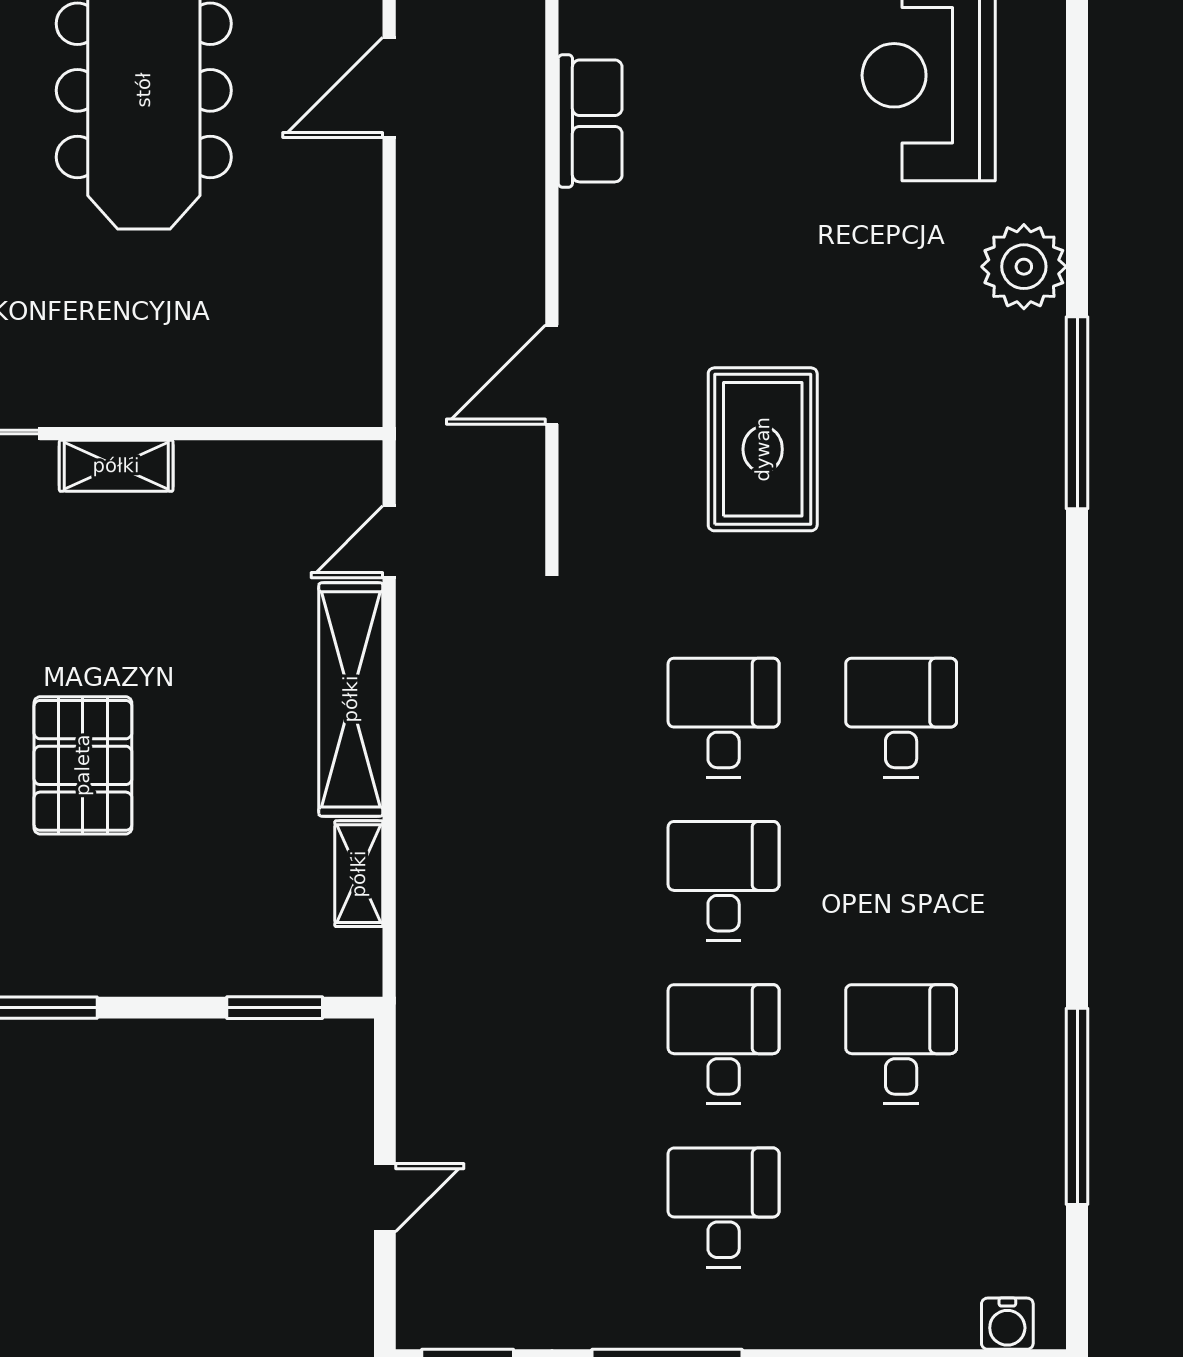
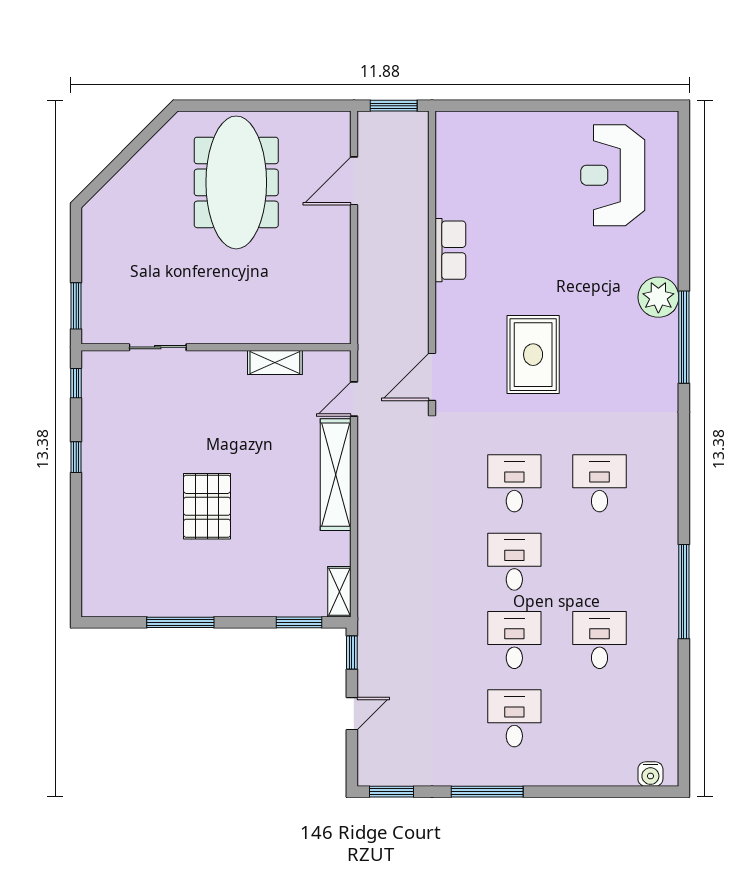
row of seats: (590, 121) -> (450, 250), moved
plant: (1024, 267) -> (658, 297), moved
door: (552, 375) -> (432, 377), moved
shelving: (116, 466) -> (275, 363), moved
shelving: (359, 874) -> (339, 592), moved
window: (385, 1070) -> (352, 653), added
window: (1077, 1106) -> (684, 592), moved

